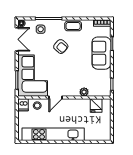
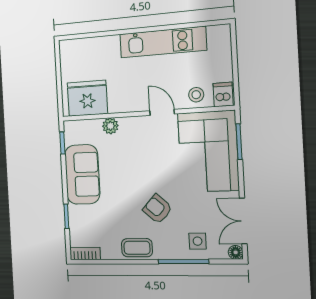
sofa: (101, 53) -> (82, 174), moved
door: (56, 97) -> (162, 112), hinge flipped
fridge: (96, 105) -> (87, 98), width x1.88, depth x1.34
kitchen unit: (53, 134) -> (163, 42), width x0.73

